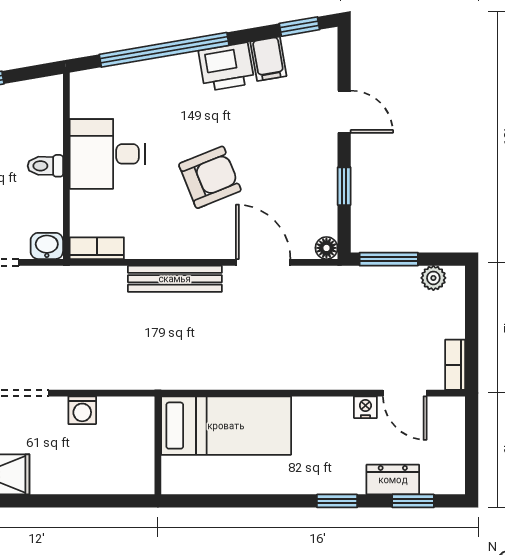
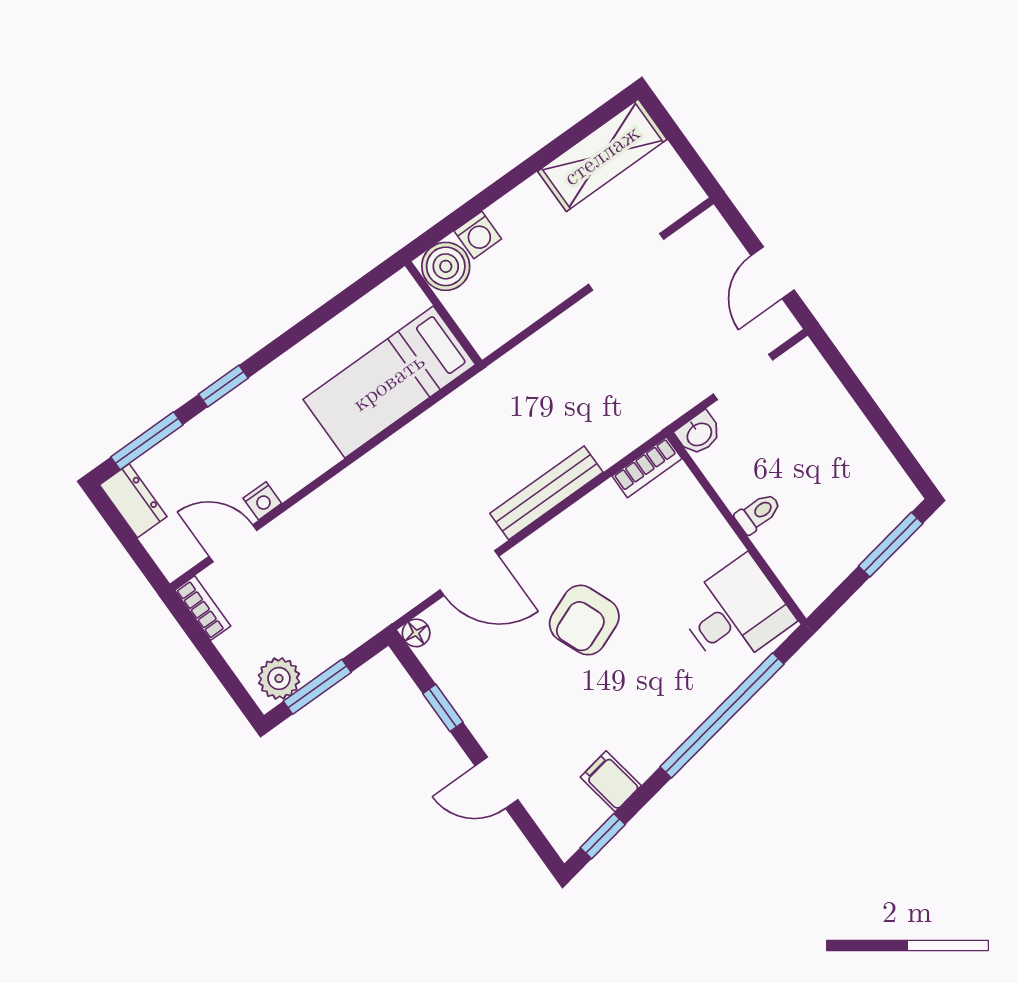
printer: (226, 67) -> (647, 743), removed
desk: (107, 154) -> (735, 613), moved
window: (389, 259) -> (317, 687), moved
plant: (433, 278) -> (279, 678), width x1.38, depth x1.38
washing machine: (82, 410) -> (478, 235), moved, turned 180
boiler: (134, 475) -> (446, 266), added
dresser: (393, 480) -> (133, 501), moved, turned -90
window: (413, 501) -> (147, 441), width x1.50

